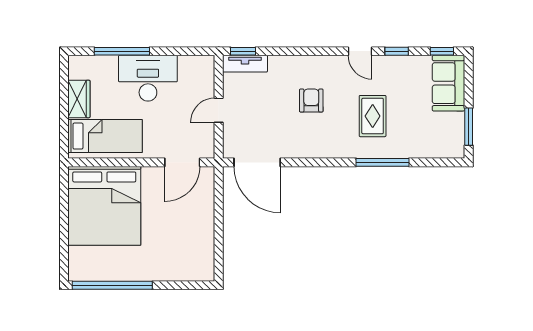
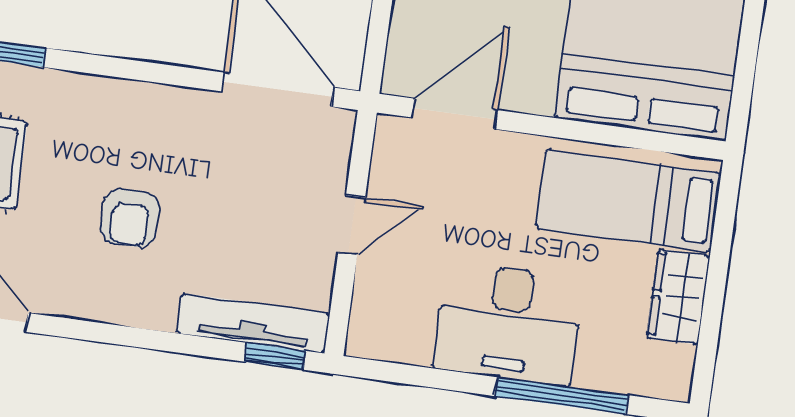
tv unit: (245, 64) -> (253, 323), width x1.41

